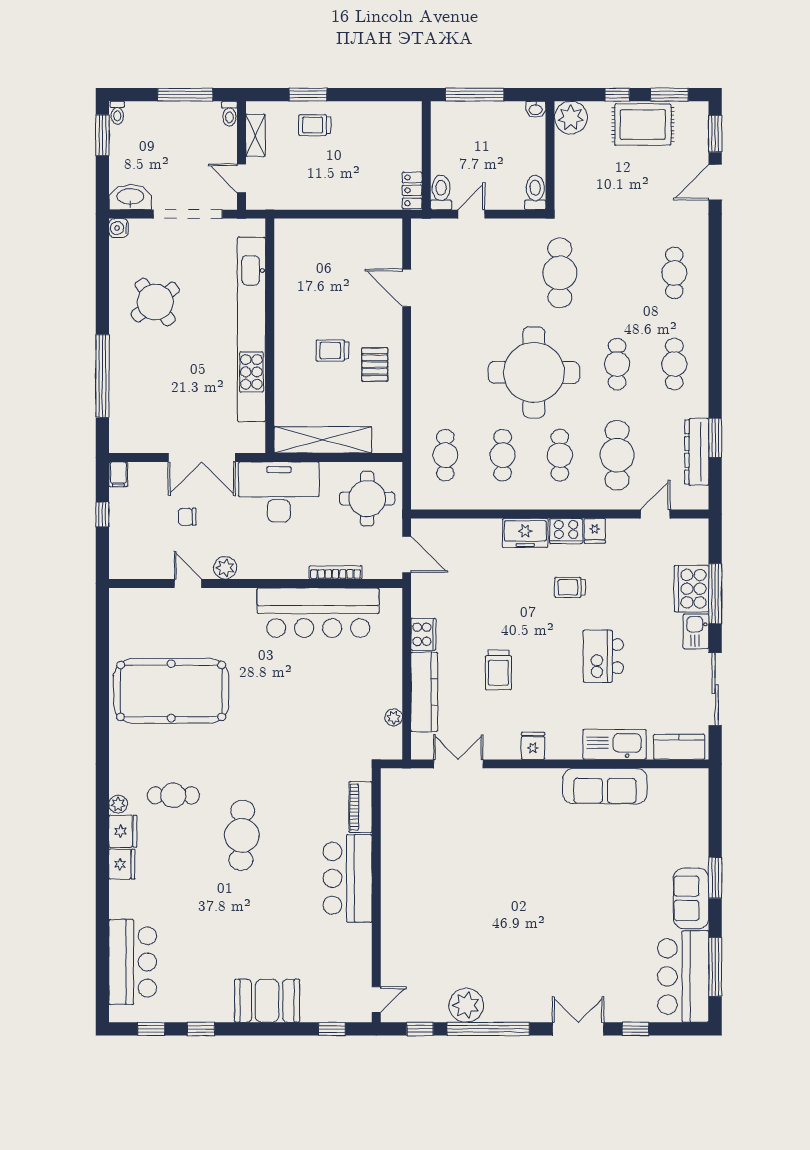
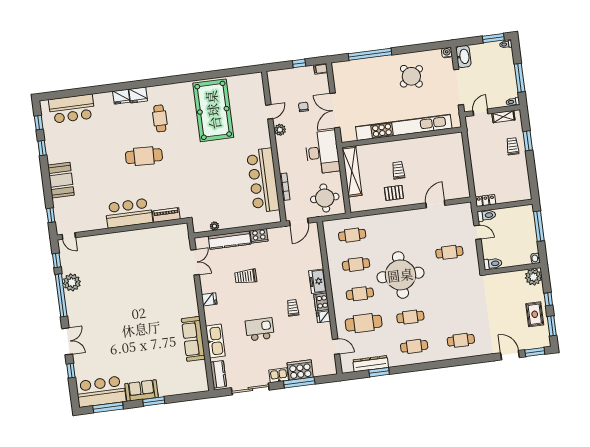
rug: (643, 125) -> (535, 314), width x0.73, depth x0.70
cafe table: (560, 273) -> (449, 252), moved, width x0.73, depth x0.74
plant: (118, 804) -> (152, 91), removed

